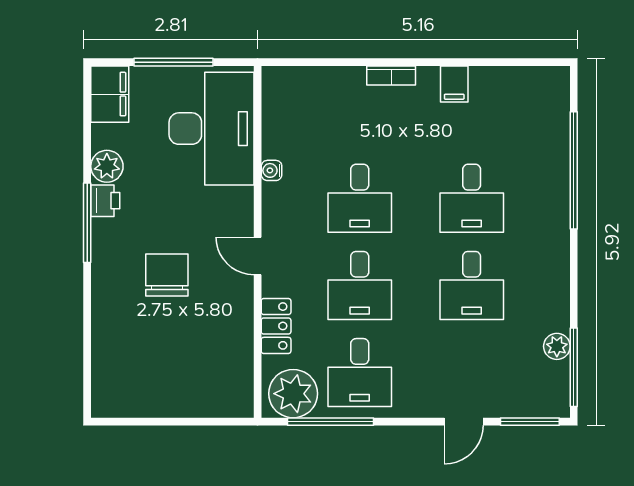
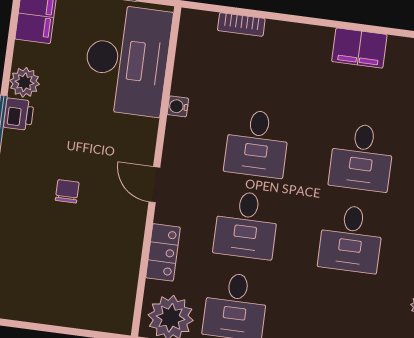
bookcase: (391, 76) -> (241, 24), moved
filing cabinet: (454, 84) -> (359, 48), width x2.00
chair: (167, 275) -> (67, 191), width x0.54, depth x0.54

